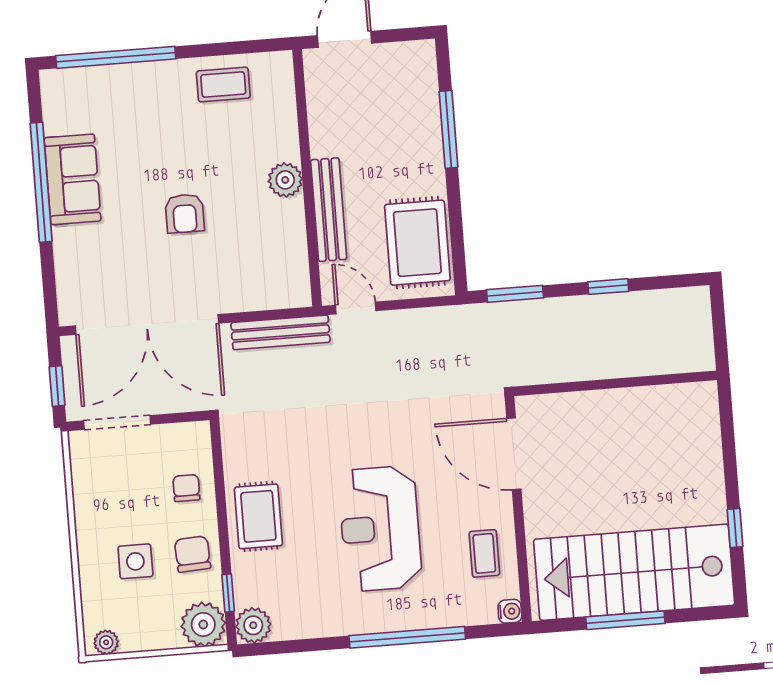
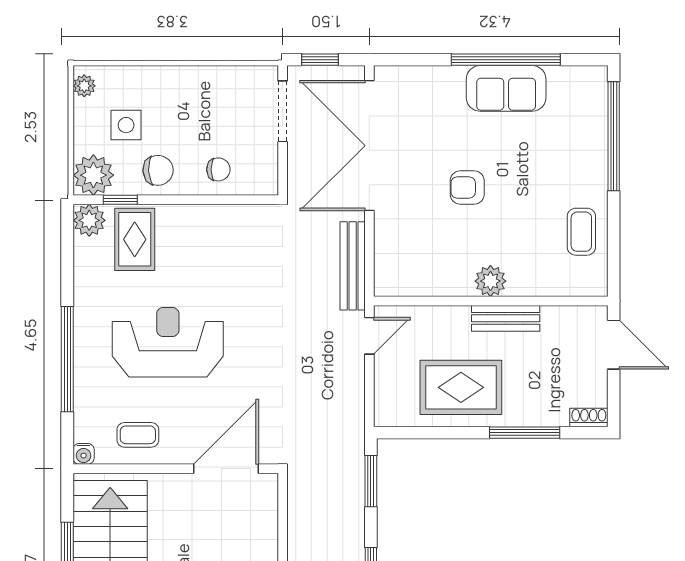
shoe rack: (426, 60) -> (589, 417), added
bench: (329, 210) -> (506, 318), moved, width x0.73
rug: (417, 243) -> (461, 387), moved
rug: (258, 516) -> (135, 239), moved, turned 90
side table: (135, 561) -> (126, 125), moved

